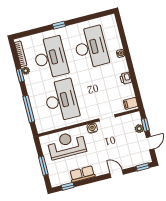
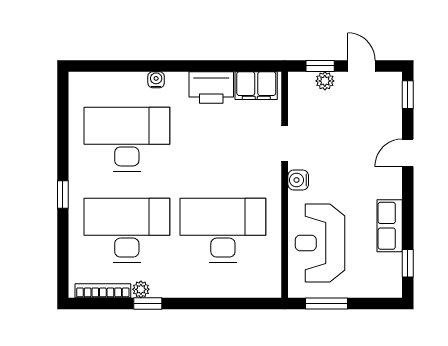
printer: (126, 78) -> (211, 88), width x1.87, depth x1.48
filing cabinet: (131, 103) -> (256, 86), width x2.00
window: (29, 109) -> (224, 303), removed
window: (43, 166) -> (326, 303), moved

